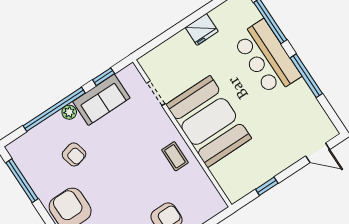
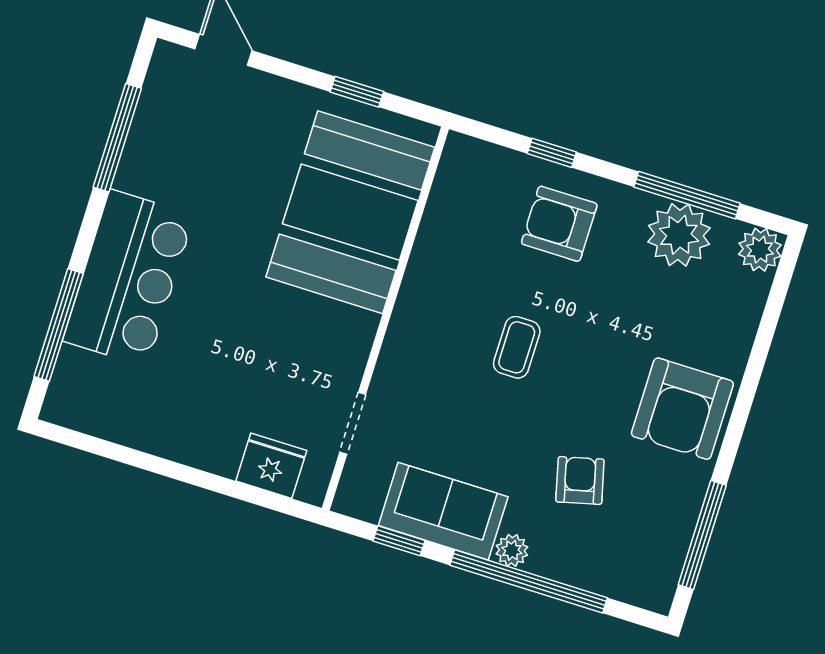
fridge: (202, 29) -> (271, 466), moved
window: (306, 76) -> (117, 138), moved
booth: (209, 121) -> (350, 212), moved
coffee table: (175, 156) -> (517, 347), moved

